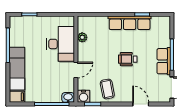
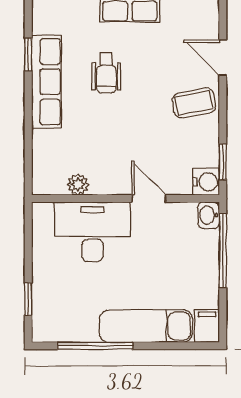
wheelchair: (128, 59) -> (106, 73), moved
coffee table: (107, 89) -> (194, 103), moved
door: (141, 104) -> (223, 58), hinge flipped

